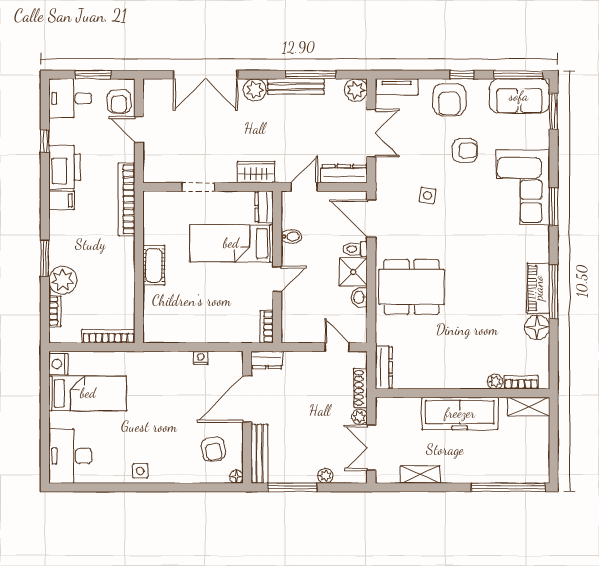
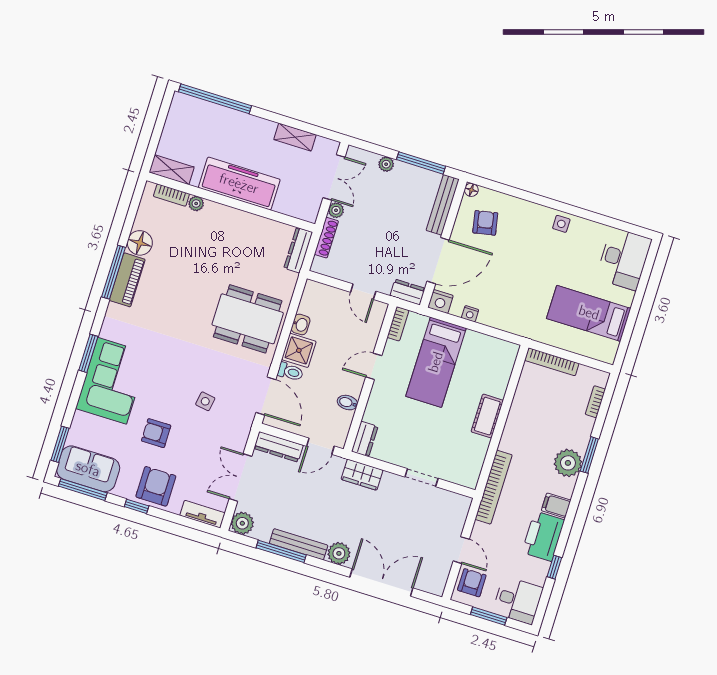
bed: (231, 243) -> (436, 362), moved, turned 90
plant: (63, 280) -> (568, 463), moved
door: (337, 347) -> (363, 292), moved
nightstand: (58, 364) -> (440, 302), moved, turned 90

